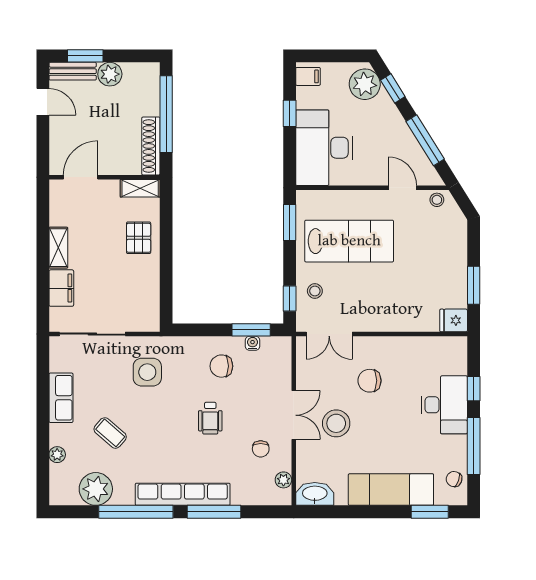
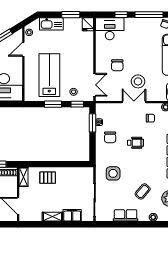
window: (290, 223) -> (53, 104), moved
kitchen sink: (454, 245) -> (51, 24), added
desk: (444, 405) -> (110, 29), moved

